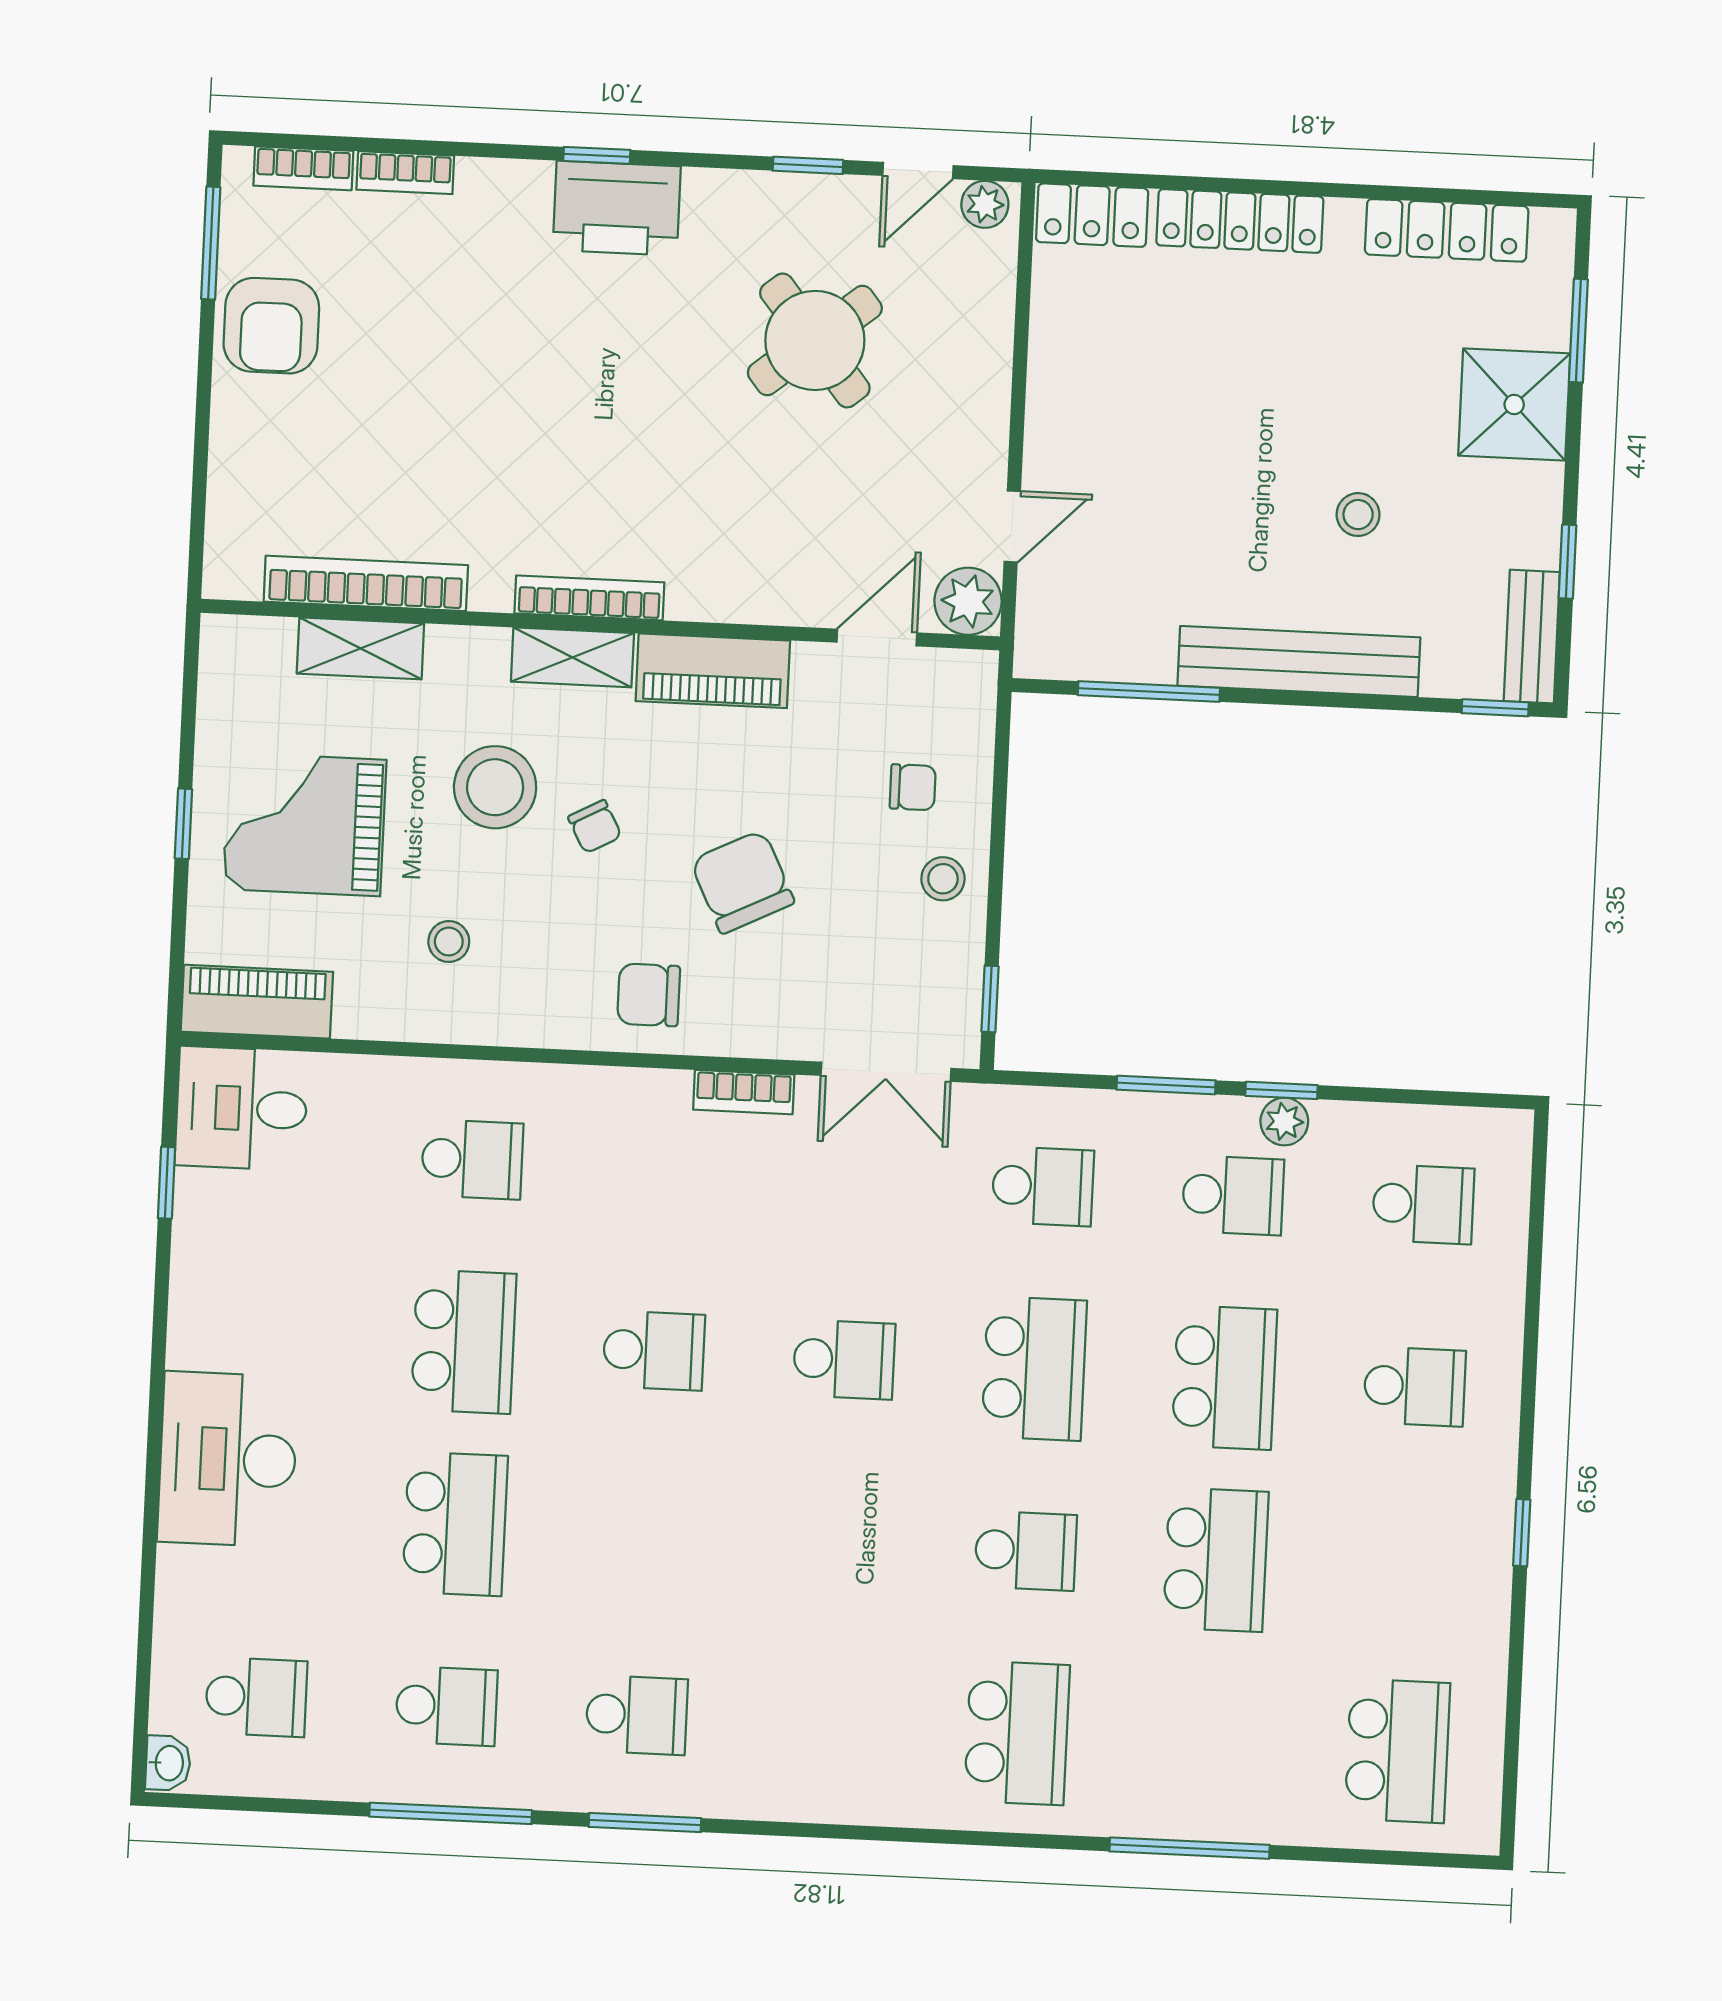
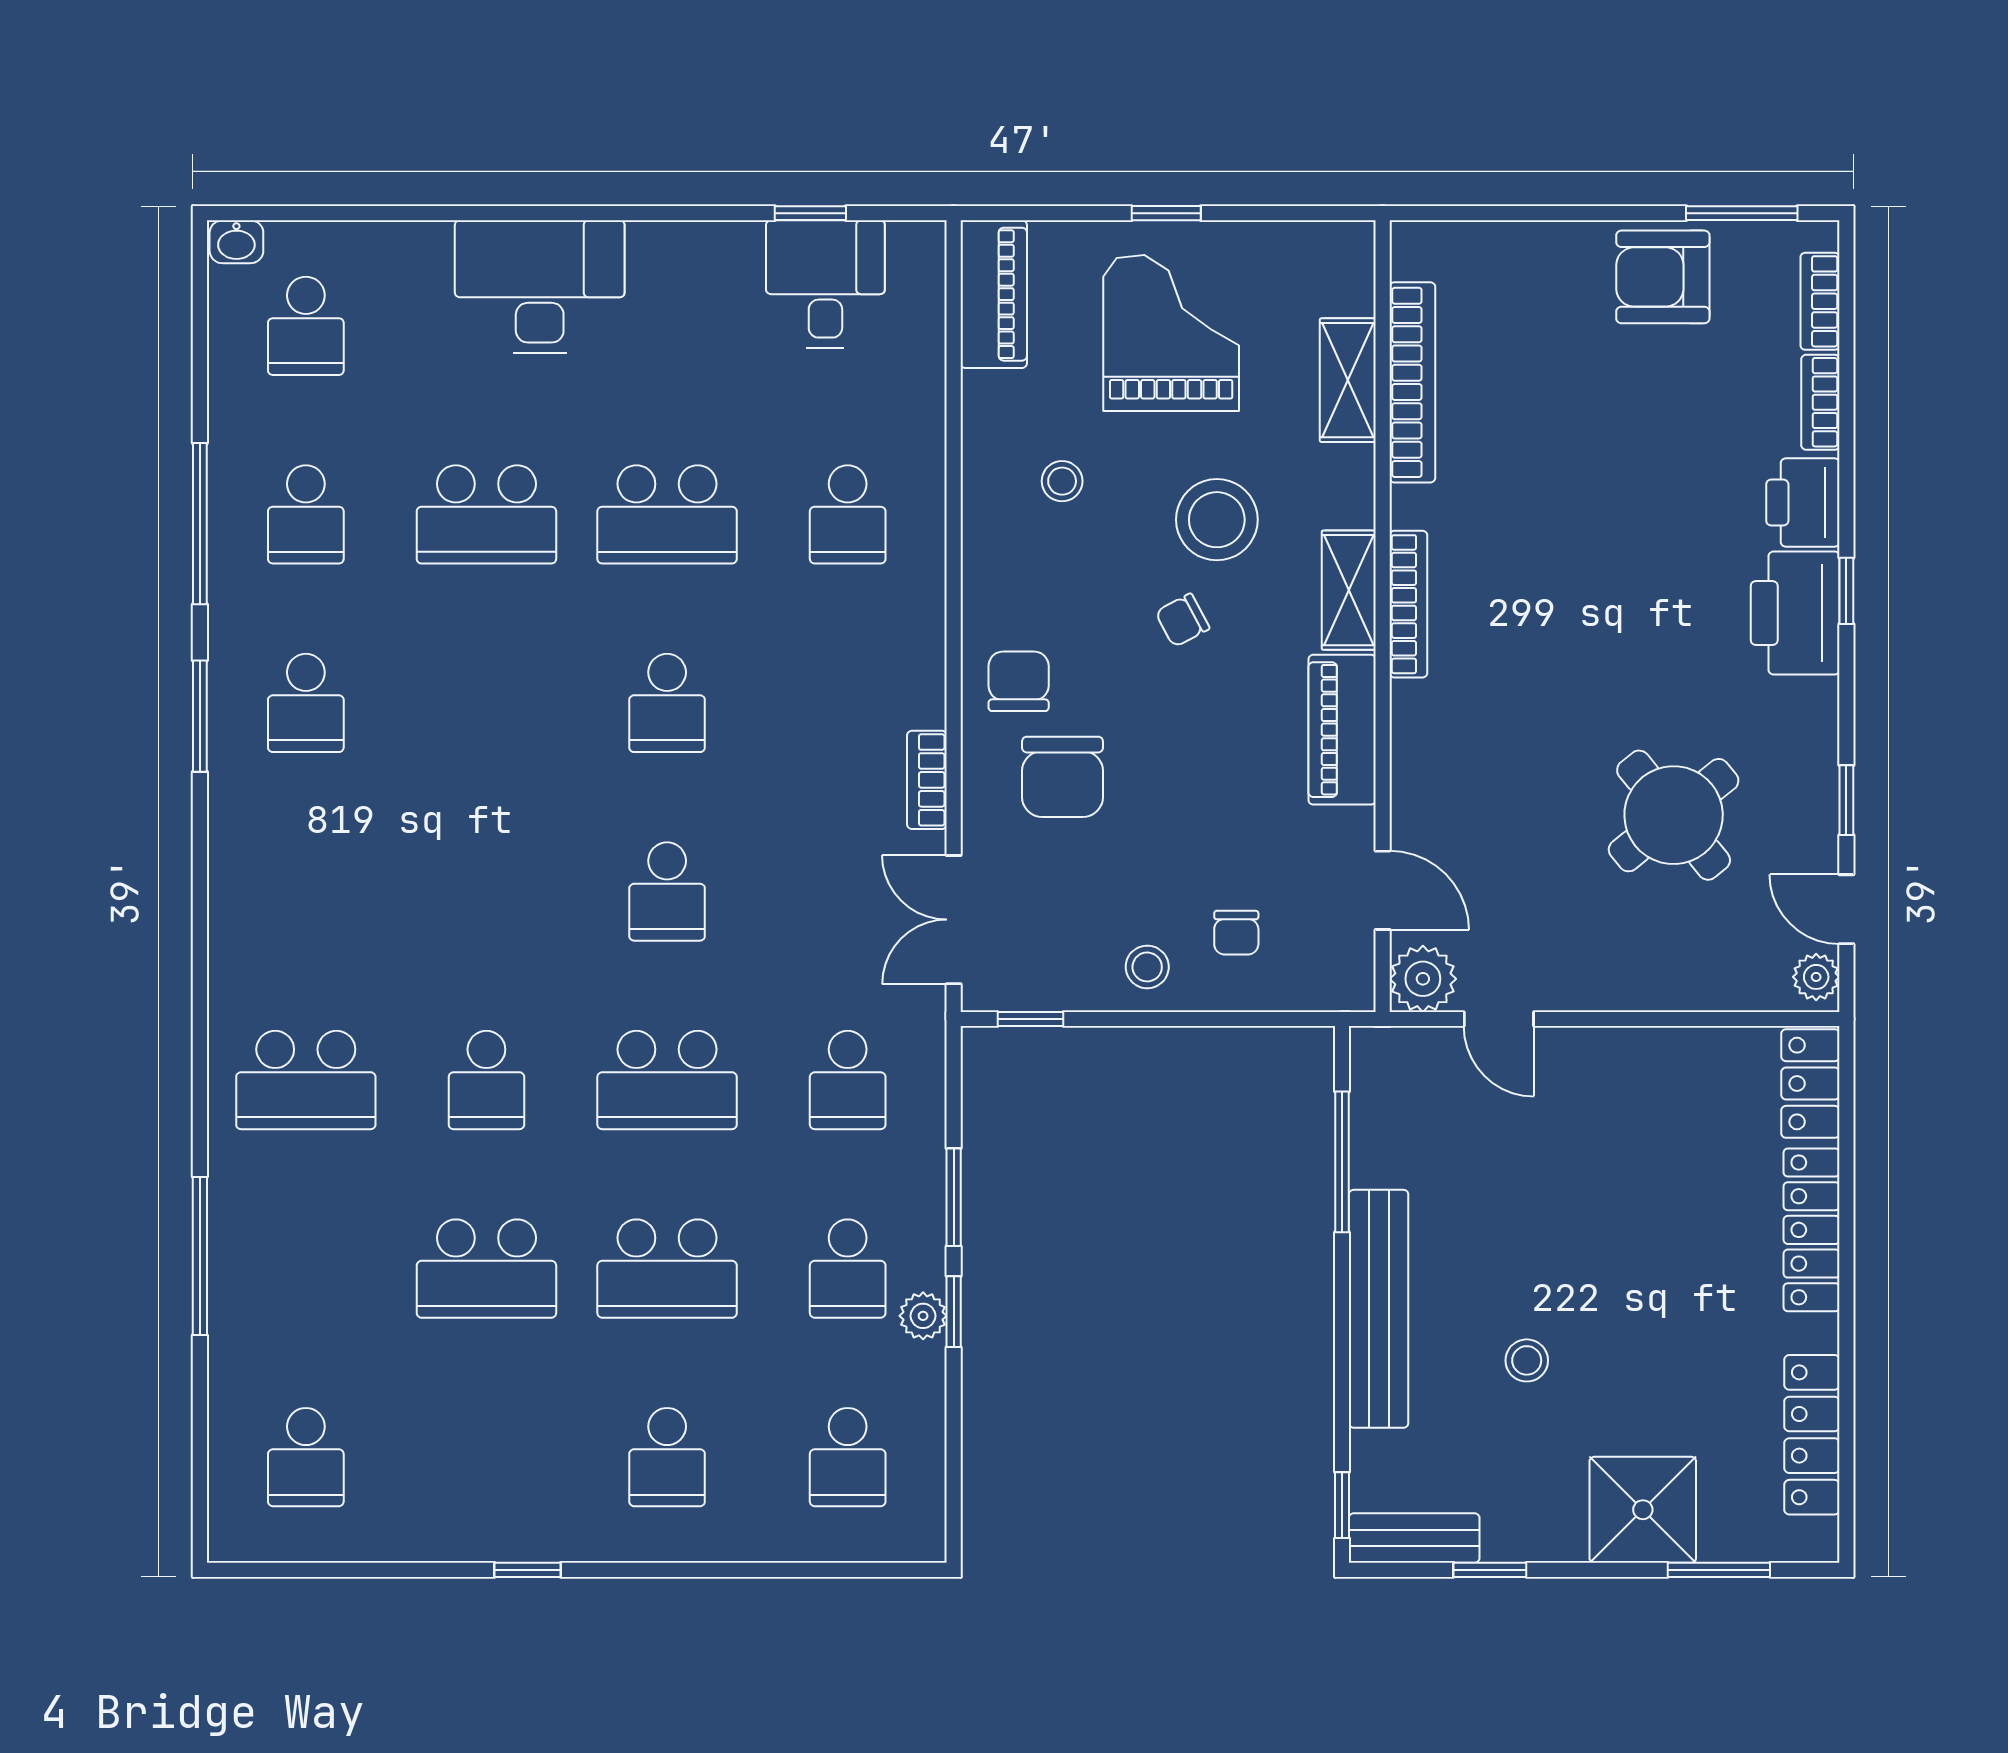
printer: (506, 195) -> (1803, 503), added
chair: (742, 882) -> (1062, 777), moved, turned 116
desk: (242, 1108) -> (825, 284), moved
school desk: (1397, 1751) -> (306, 1457), width x0.54

